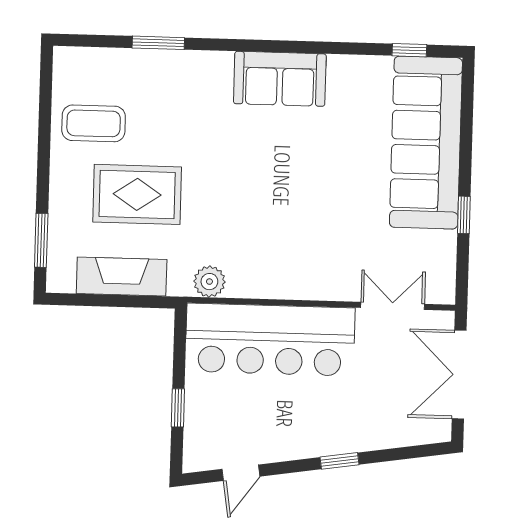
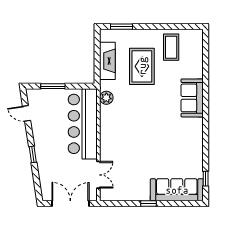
window: (158, 43) -> (206, 73), removed
sofa: (280, 79) -> (192, 98), moved
sofa: (426, 143) -> (177, 190), width x0.74, depth x0.79
window: (464, 215) -> (149, 204), moved
window: (178, 408) -> (53, 86), width x1.50

